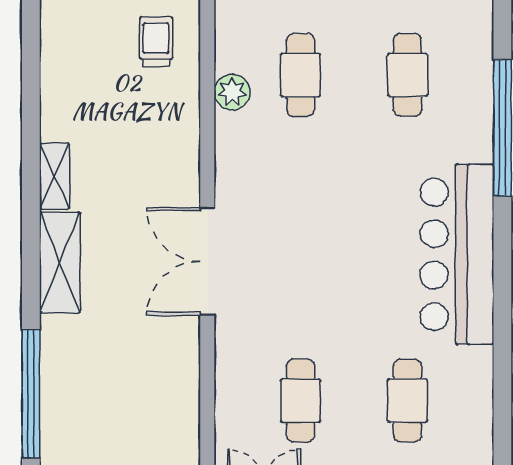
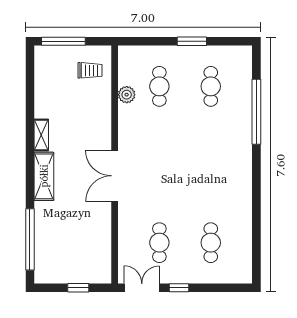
trolley: (156, 41) -> (90, 70), turned 90
bar counter: (457, 254) -> (234, 172), removed

